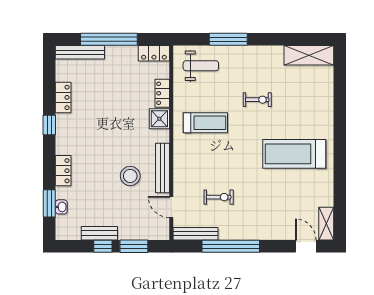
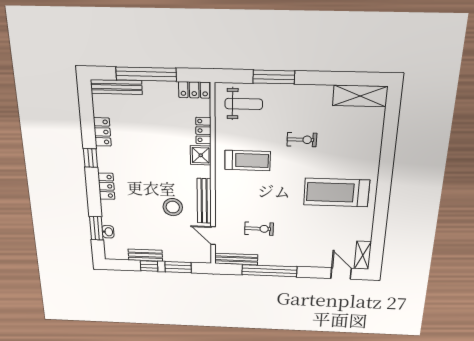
locker: (63, 171) -> (106, 186), moved

